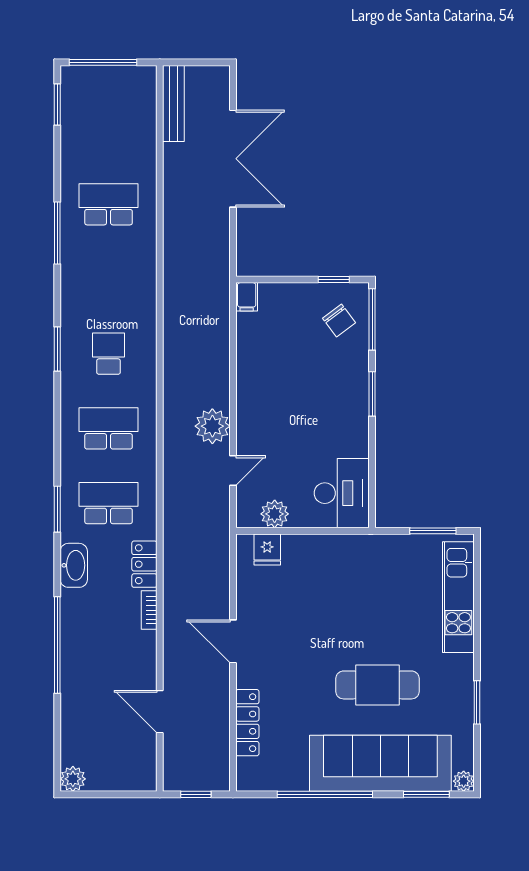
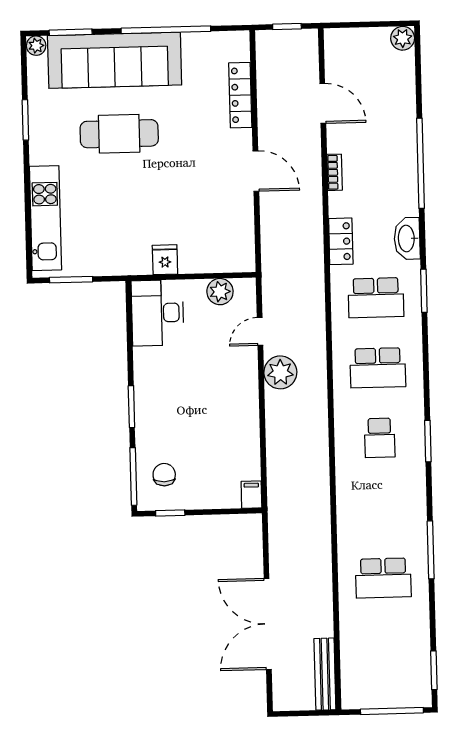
chair: (339, 321) -> (164, 475), turned 37
fridge: (267, 549) -> (165, 260), moved
bookcase: (149, 610) -> (335, 172), moved

